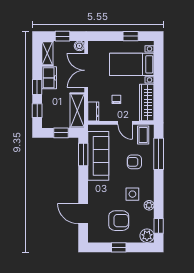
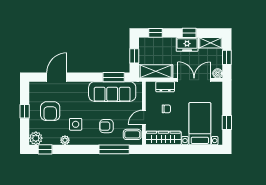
window: (37, 87) -> (189, 33), moved
dresser: (93, 111) -> (165, 87), moved
armchair: (134, 162) -> (106, 126), turned -90

